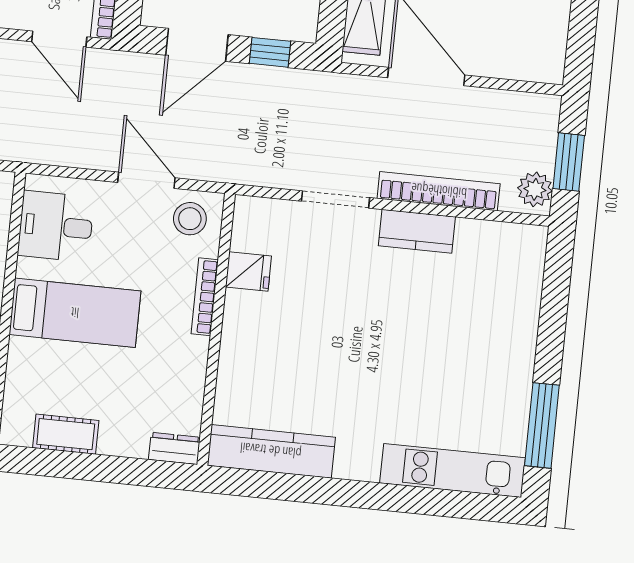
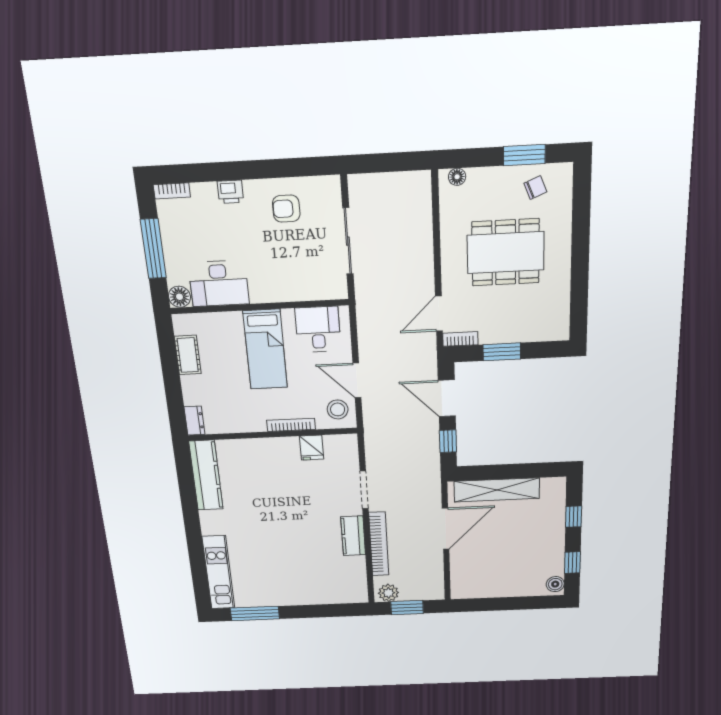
door: (146, 180) -> (357, 380), swing flipped

